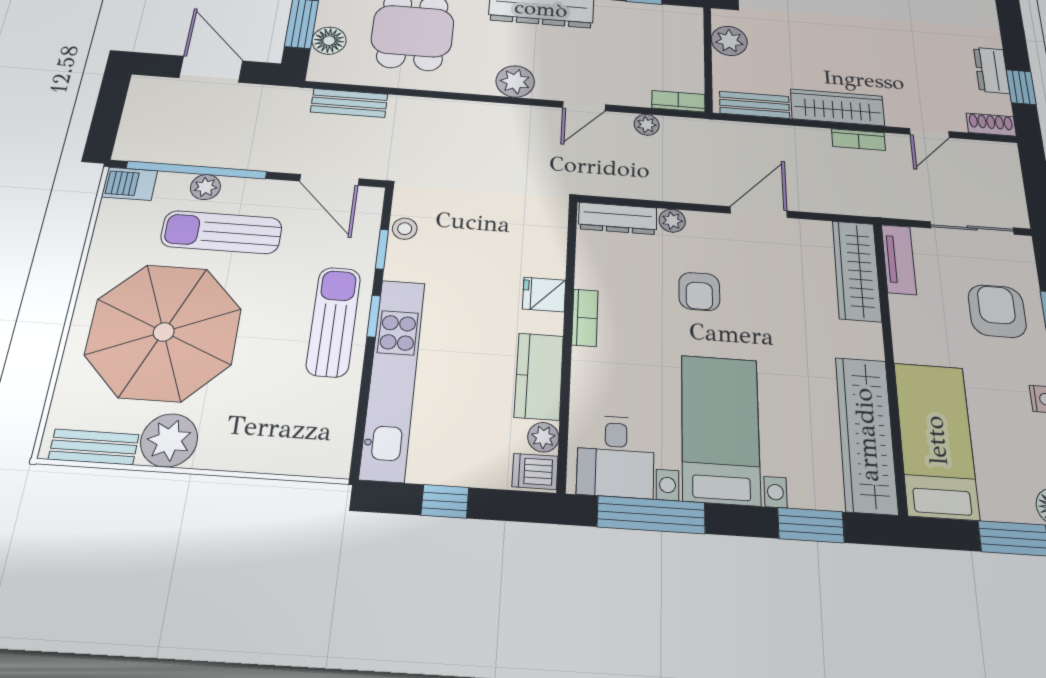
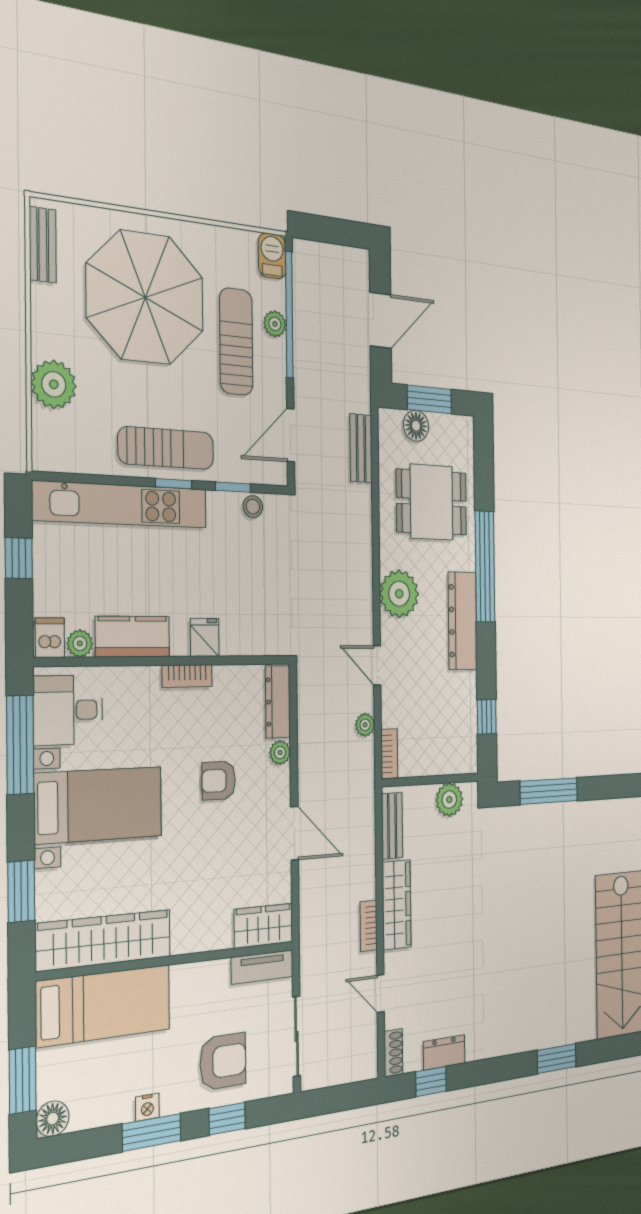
plant: (515, 81) -> (399, 594), width x1.36, depth x1.36
wardrobe: (857, 271) -> (263, 926), width x0.67
plant: (169, 440) -> (54, 384), moved

